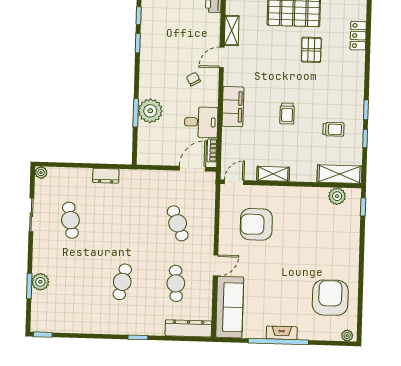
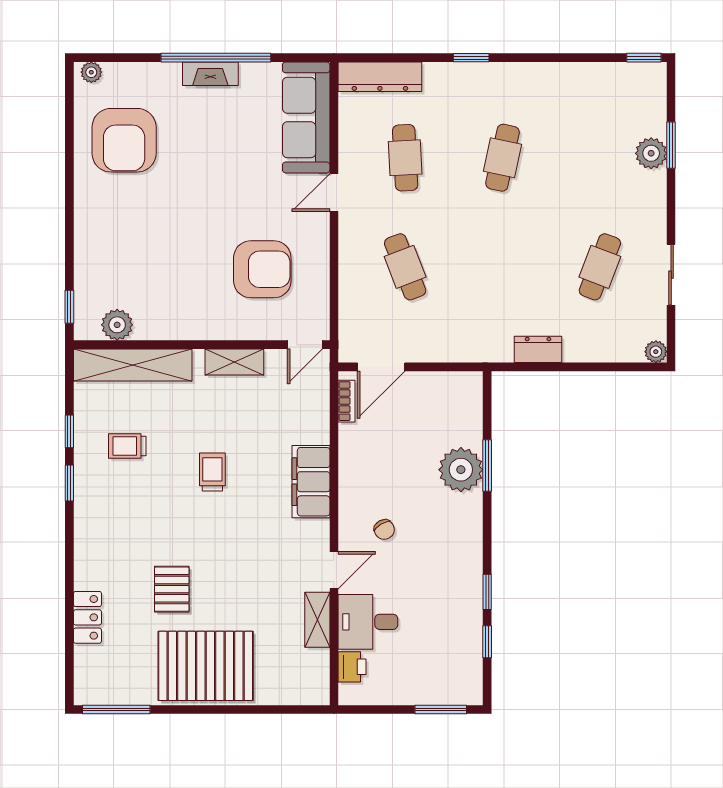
desk: (201, 122) -> (368, 622), moved
shelving: (339, 174) -> (133, 365), width x1.47
cafe table: (70, 220) -> (600, 267), turned 30

